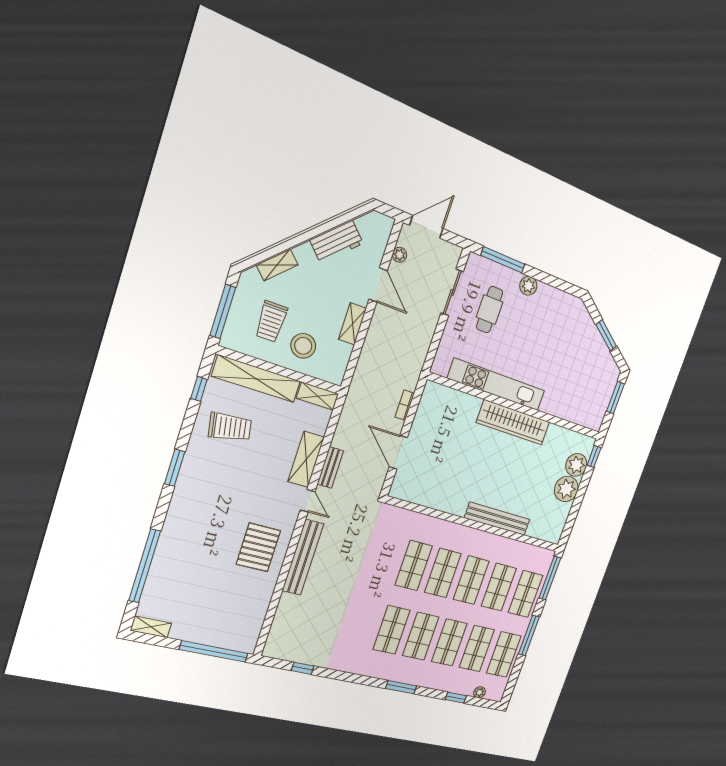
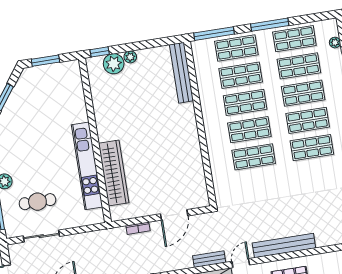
wardrobe: (513, 422) -> (114, 173), moved
plant: (566, 489) -> (130, 57), width x0.53, depth x0.53
bench: (497, 519) -> (181, 73), moved

